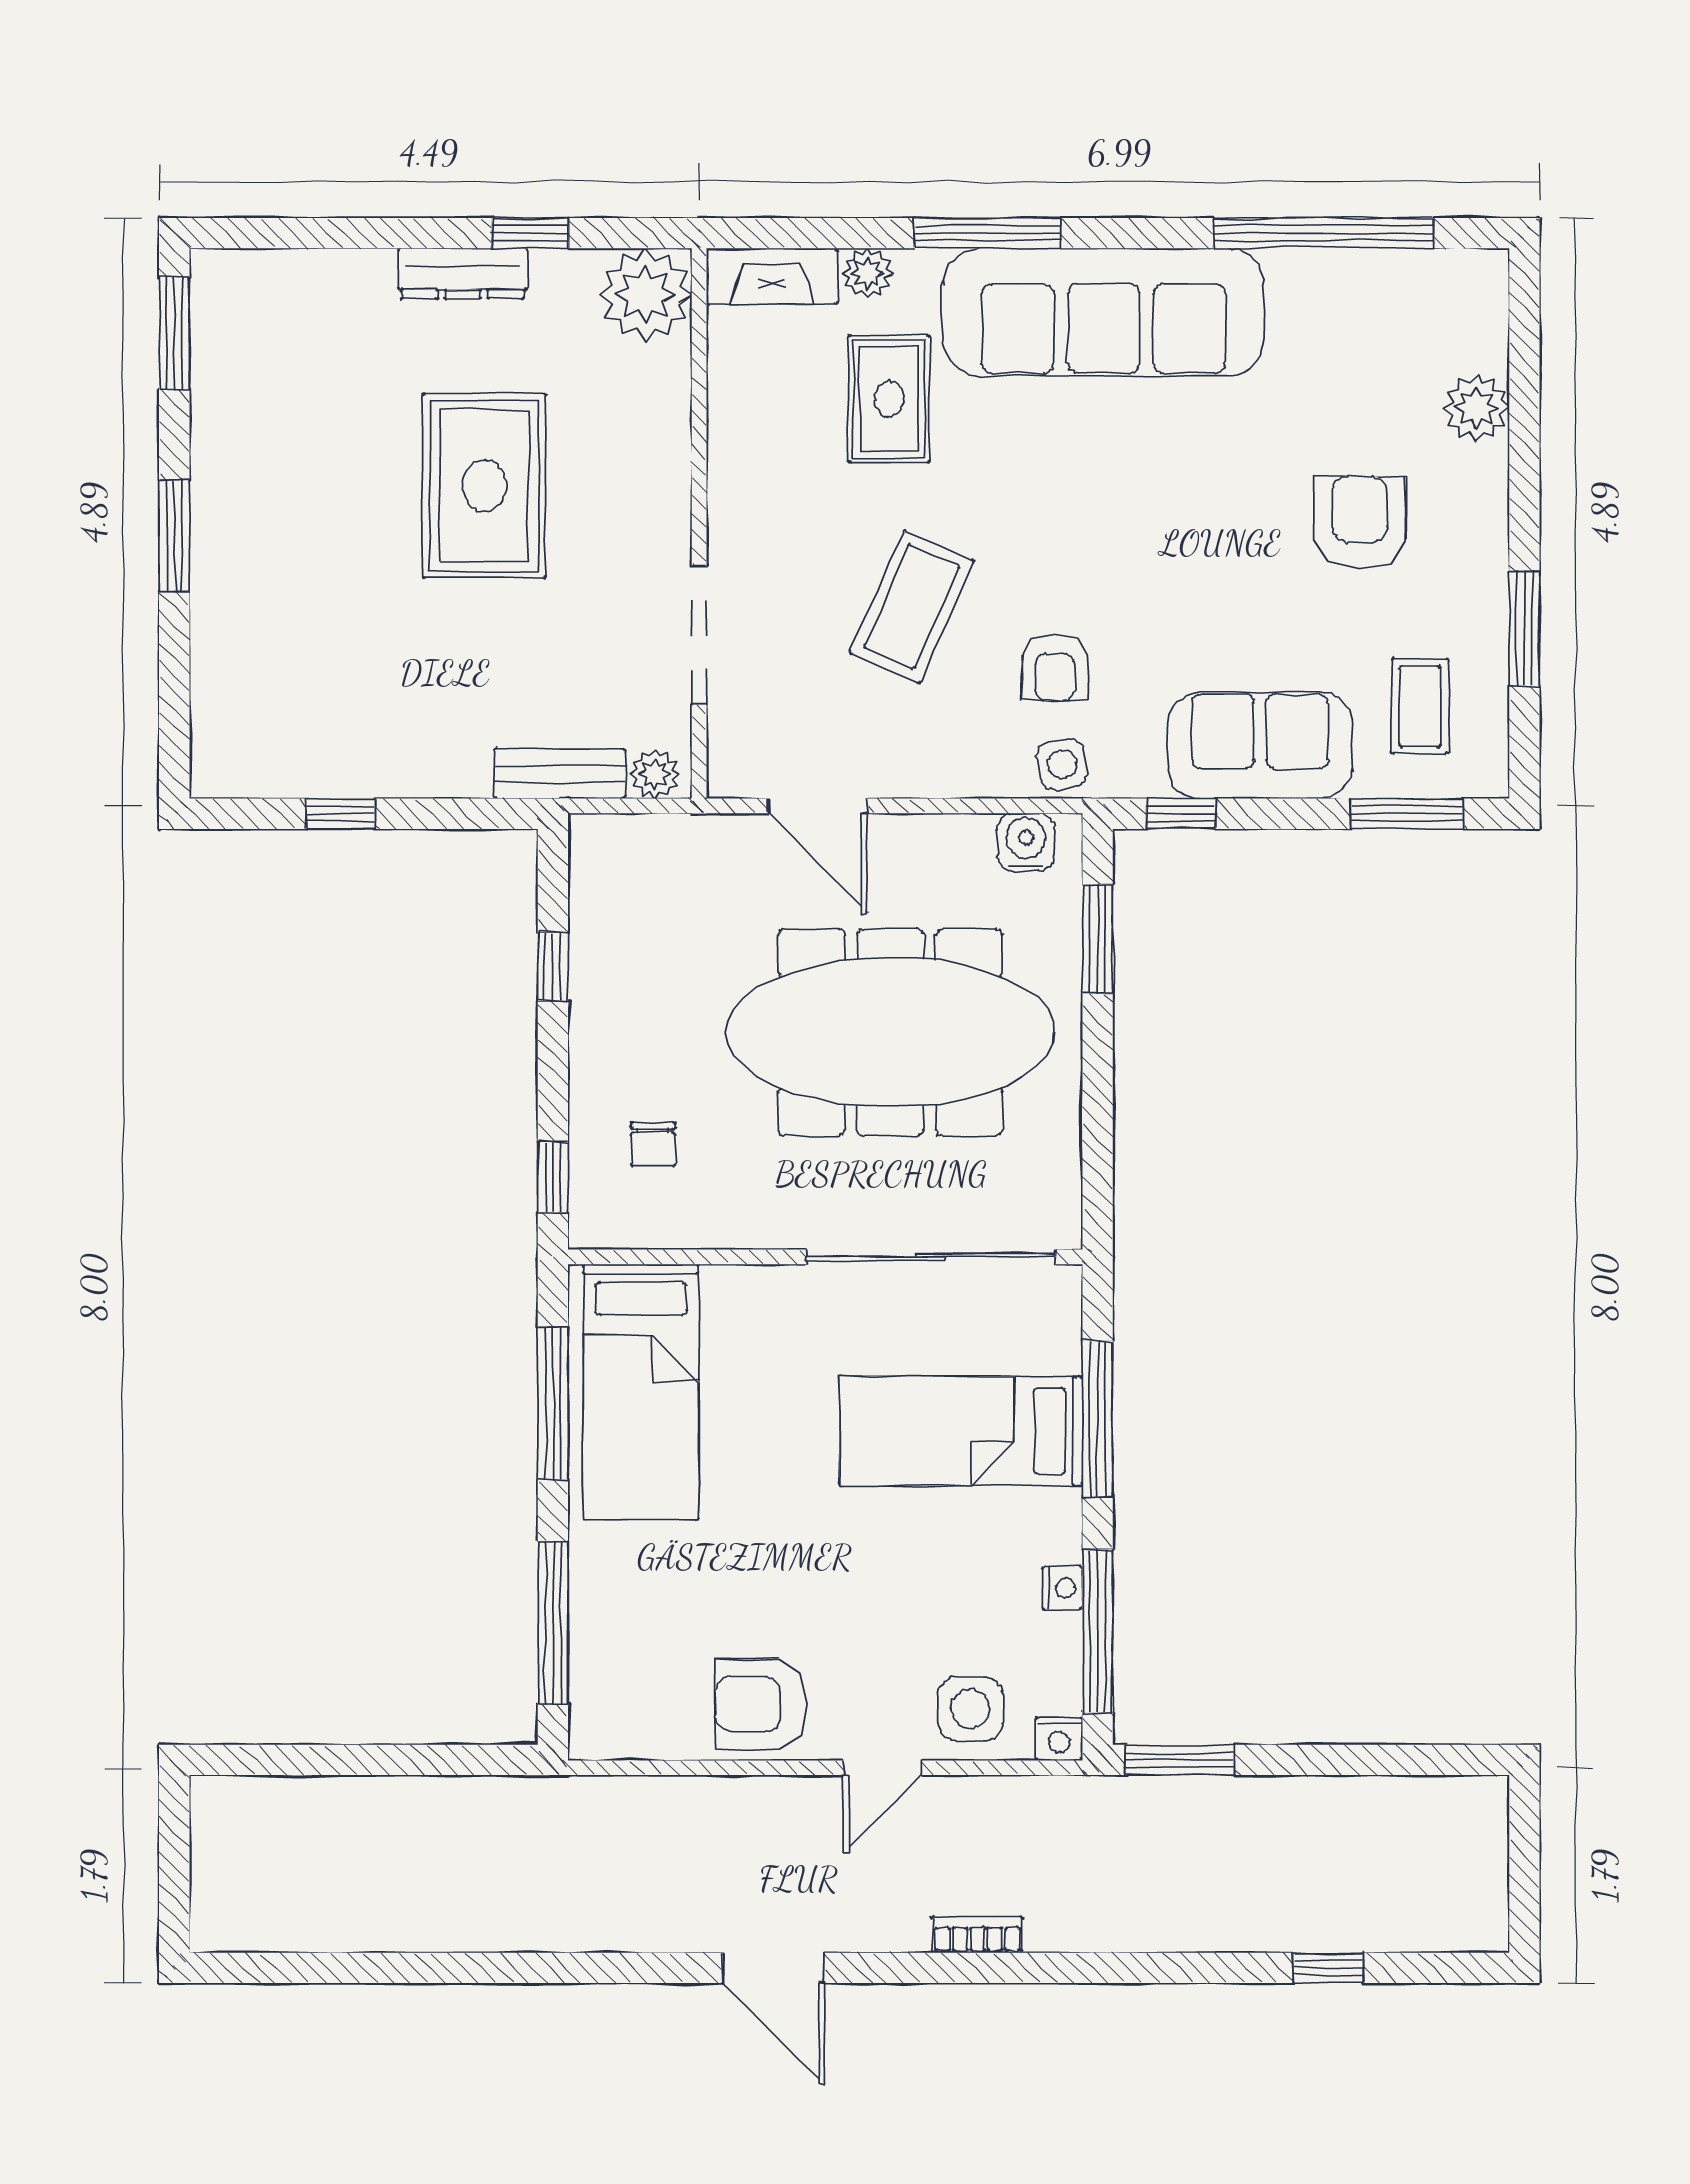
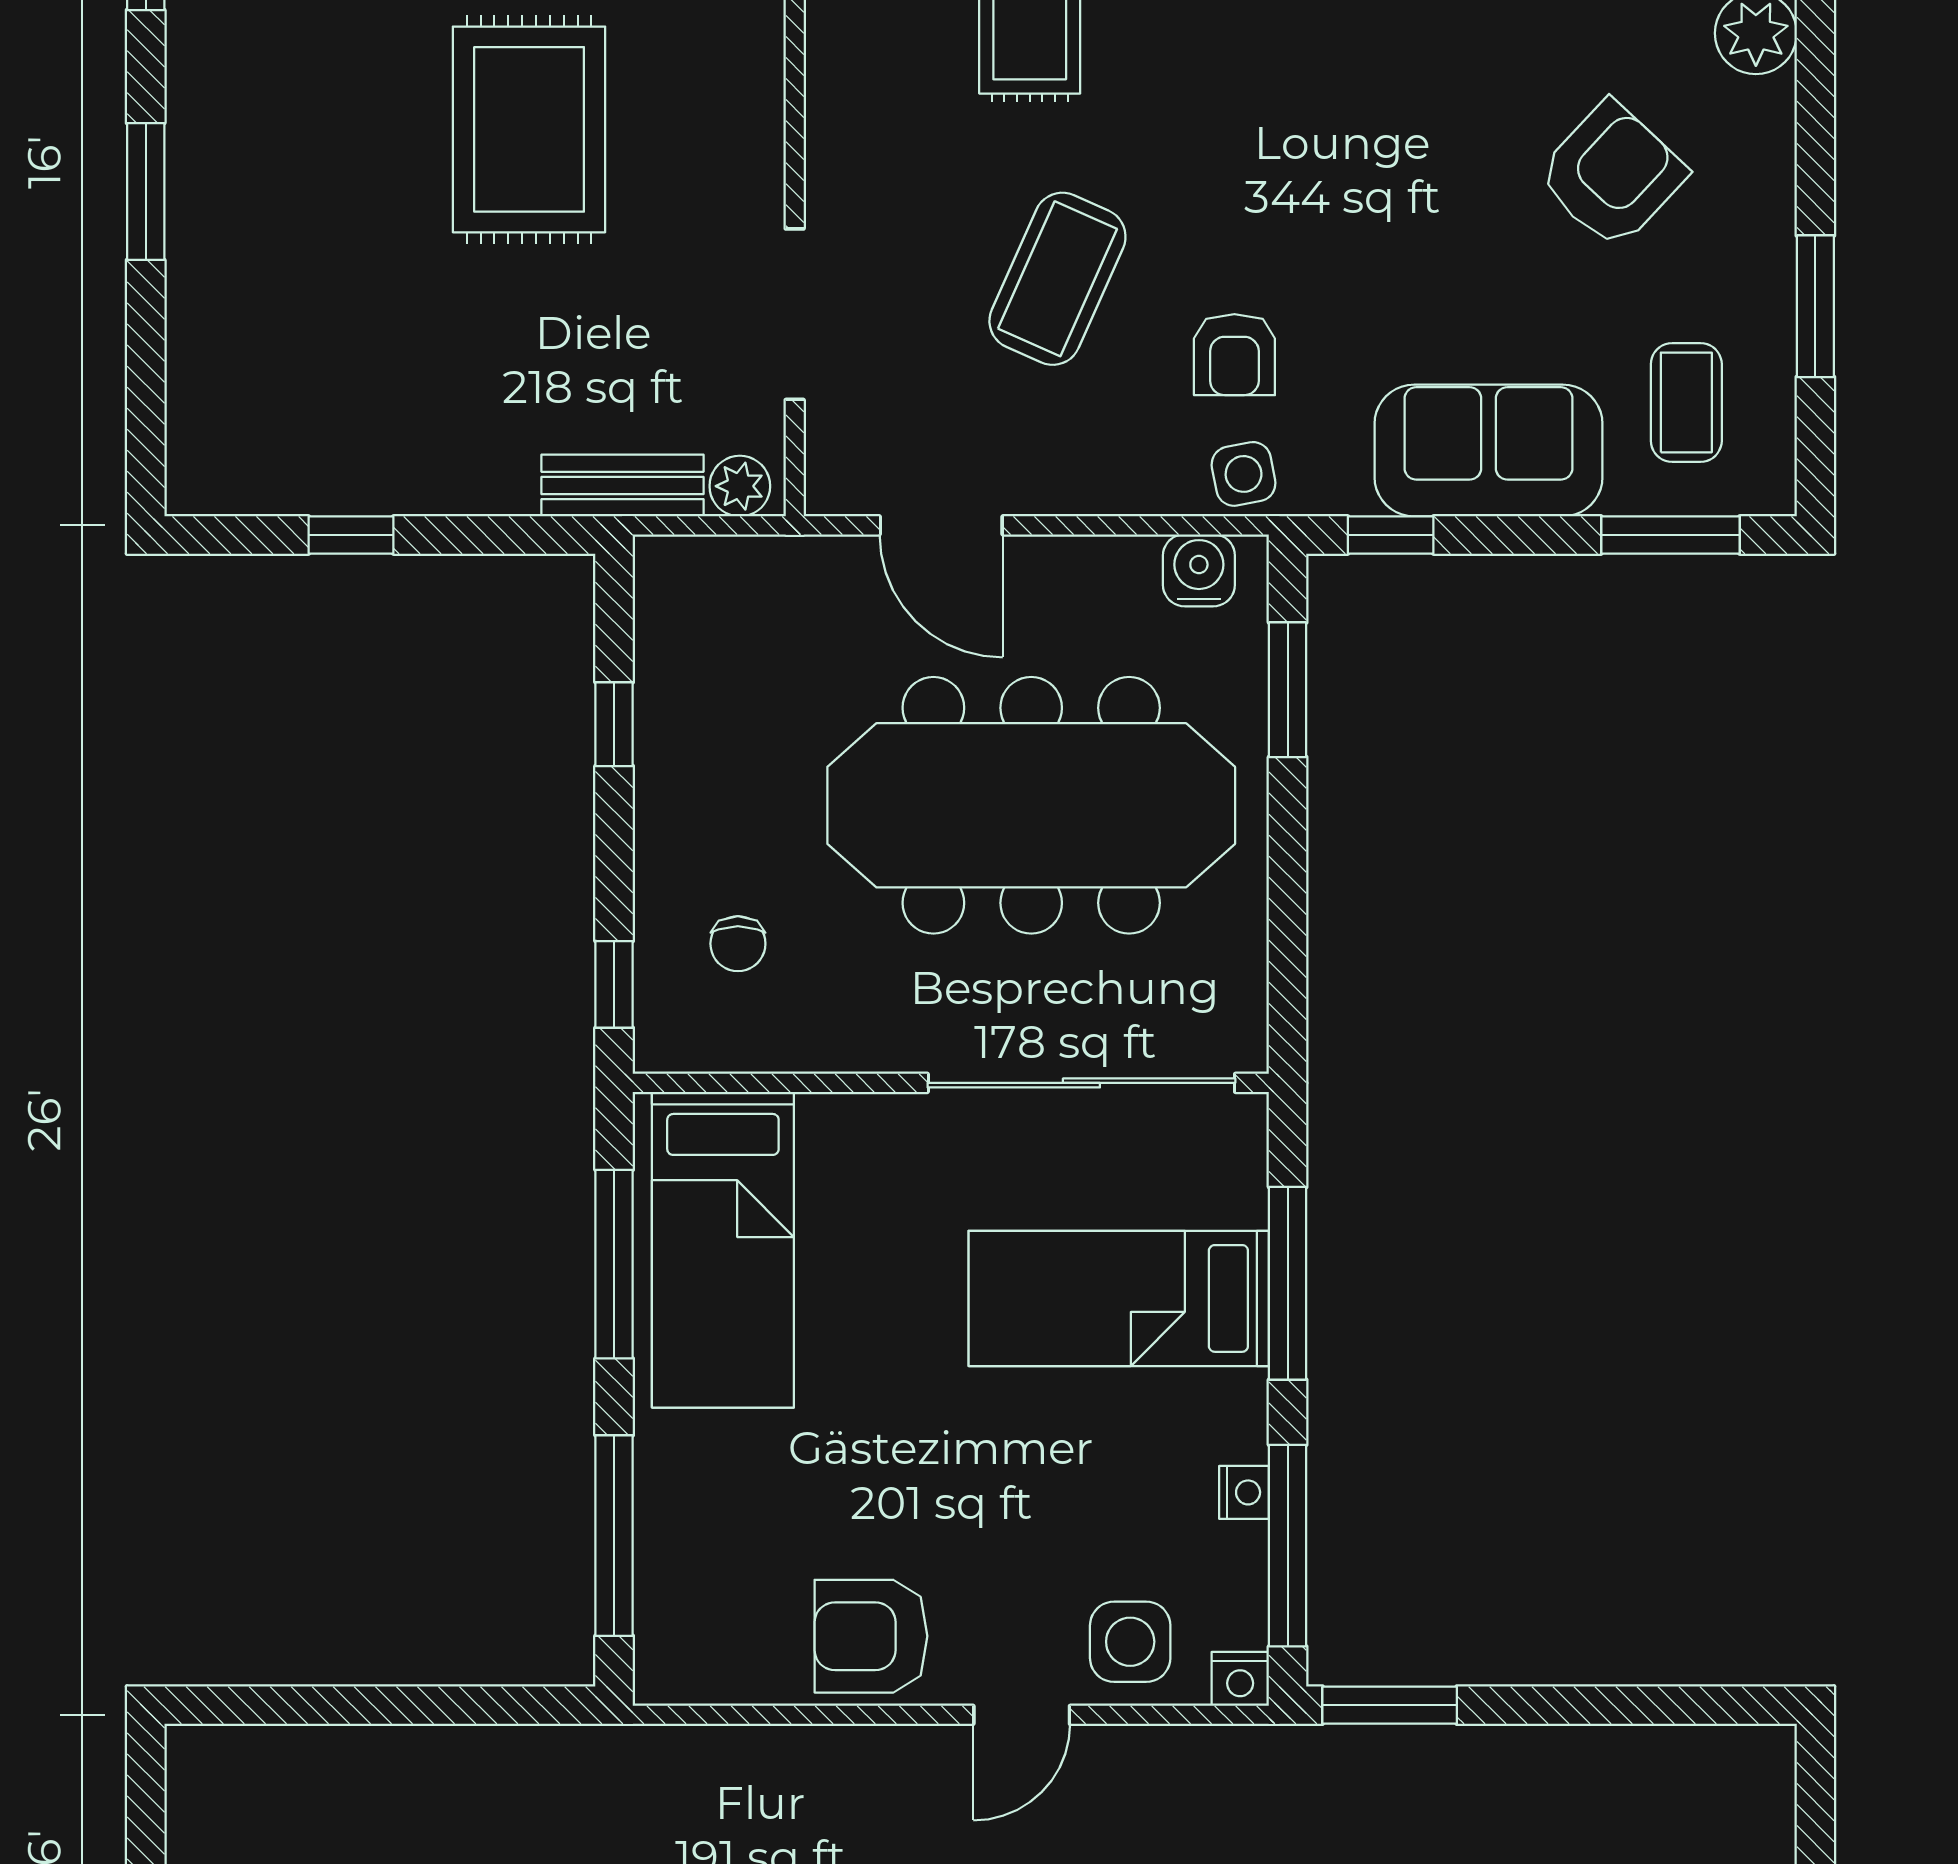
armchair: (1360, 522) -> (1612, 175), turned 43

